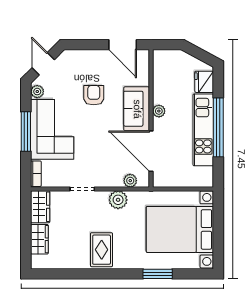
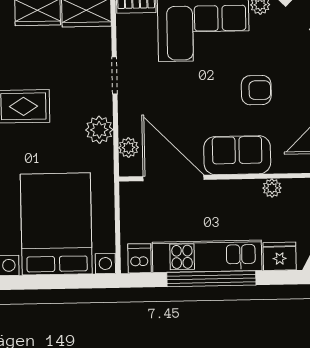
plant: (159, 111) -> (272, 188), moved
door: (151, 151) -> (173, 178), hinge flipped
dishwasher: (204, 175) -> (139, 258), added

